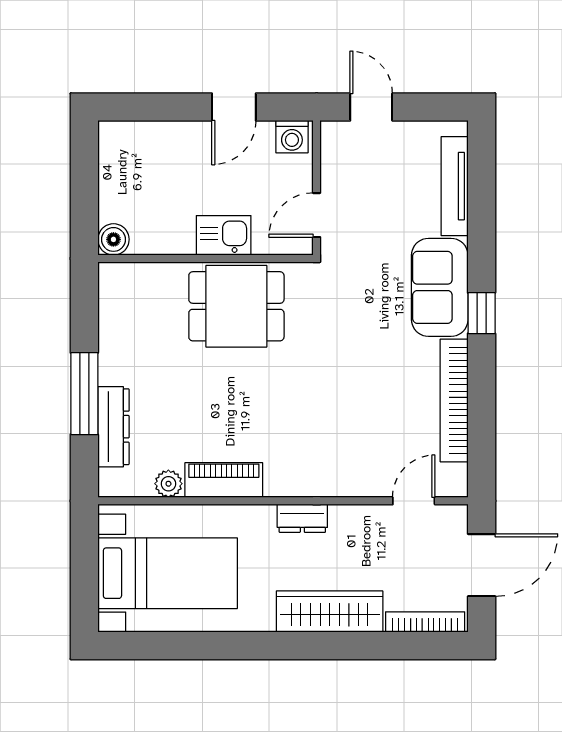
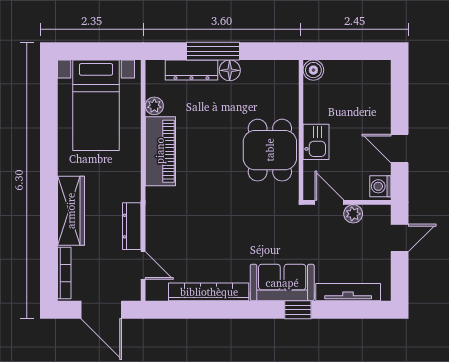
plant: (334, 178) -> (353, 214), added
window: (482, 313) -> (298, 310), moved
floor lamp: (114, 368) -> (230, 70), added
piano: (224, 480) -> (160, 151), width x1.37, depth x1.33
dresser: (302, 518) -> (132, 226), moved, width x1.44

